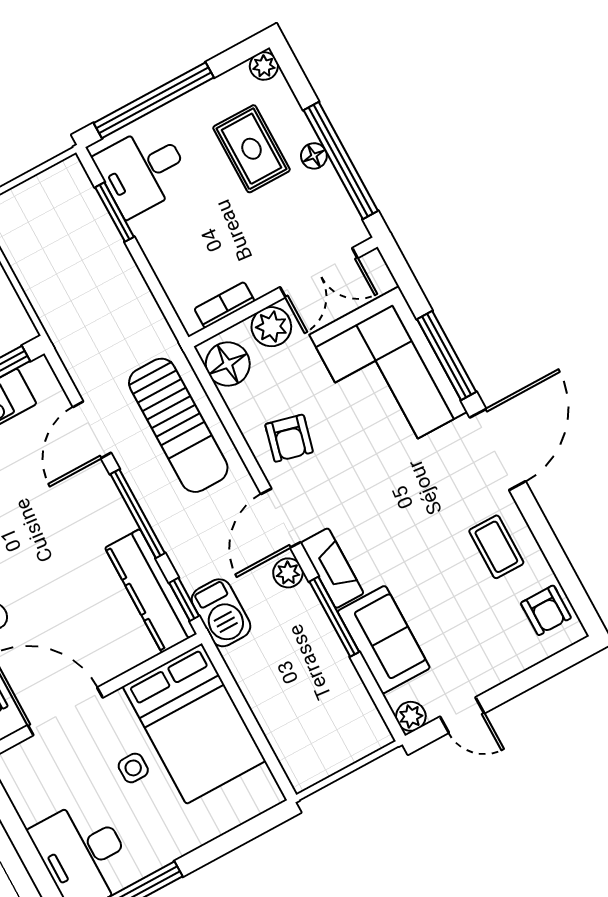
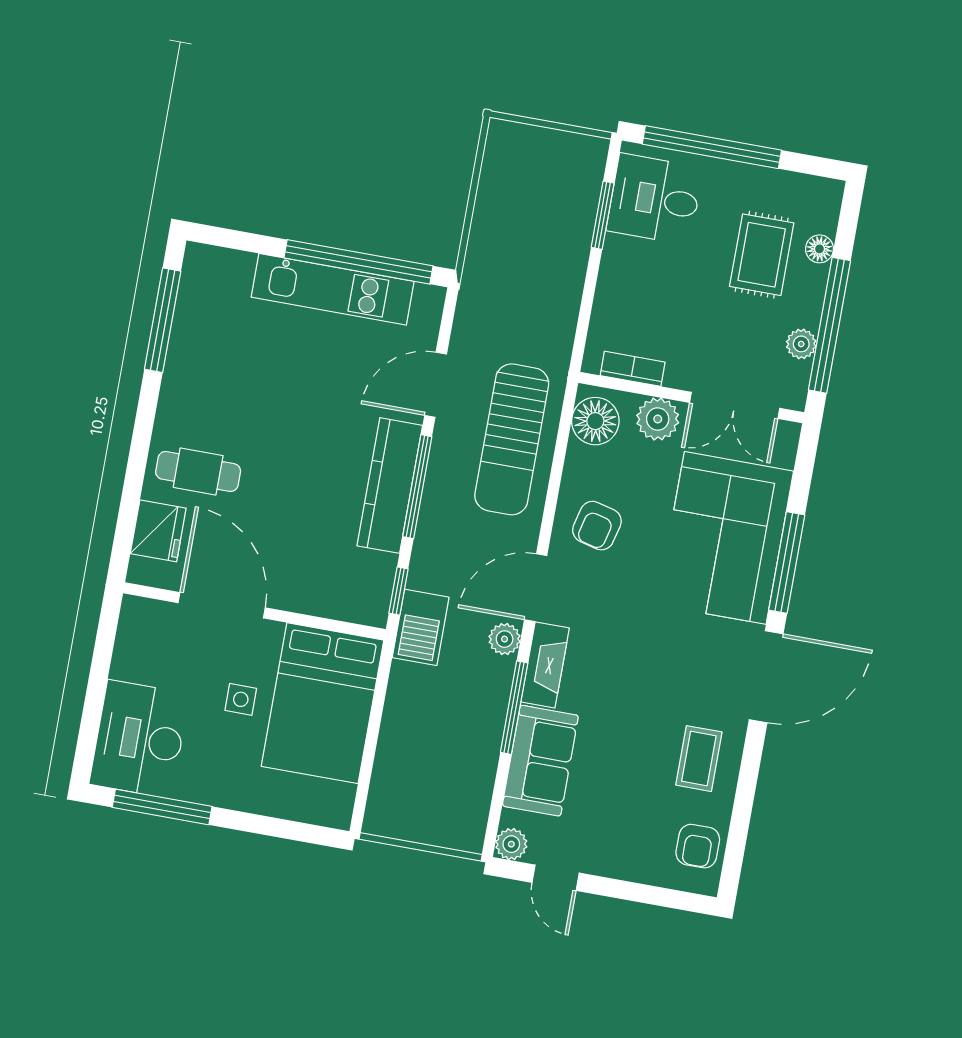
plant: (264, 66) -> (801, 344), moved
floor lamp: (314, 156) -> (819, 249), moved
kitchen counter: (151, 591) -> (390, 486), moved

